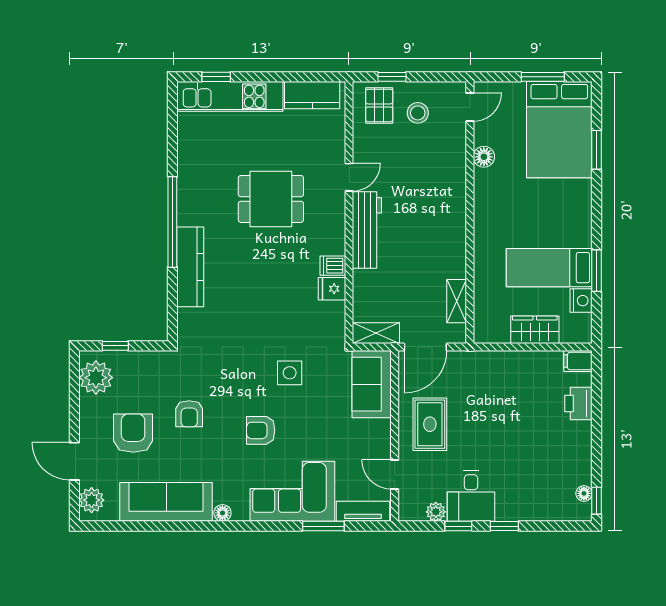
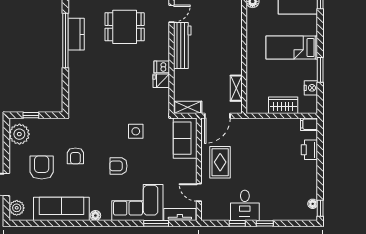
kitchen counter: (190, 267) -> (76, 34), moved, width x0.67
bed: (549, 268) -> (292, 48), moved
plant: (436, 512) -> (224, 215), removed

